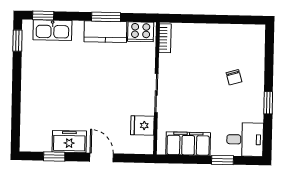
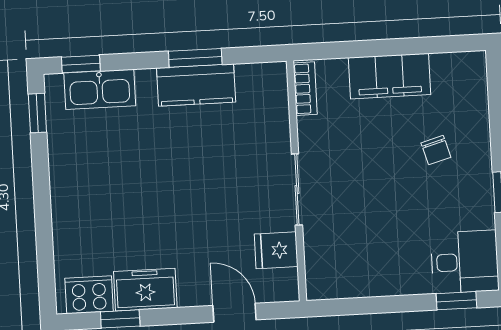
cooker: (141, 32) -> (89, 295), moved, turned 180
filing cabinet: (188, 144) -> (389, 76), moved, turned 180
door: (102, 158) -> (235, 313), moved
window: (222, 160) -> (456, 301), moved

